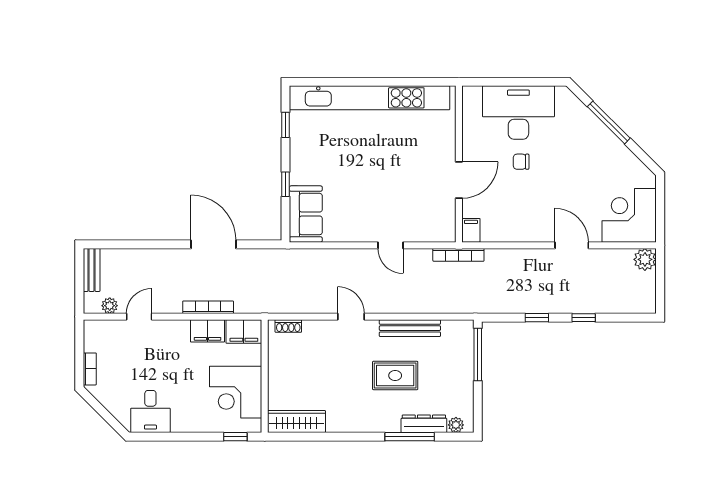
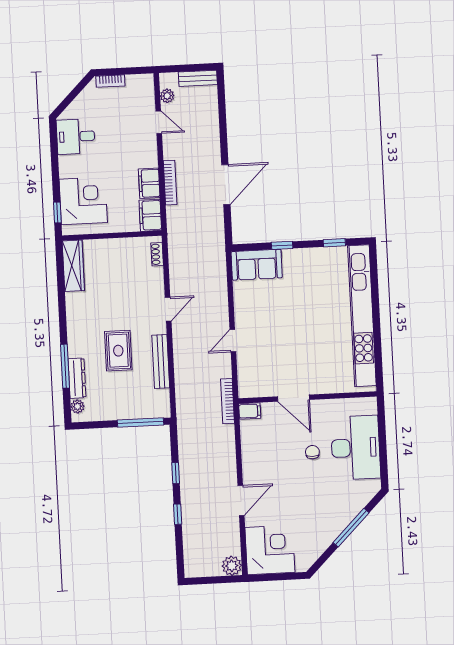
corner desk: (236, 392) -> (83, 201), moved, turned 90

